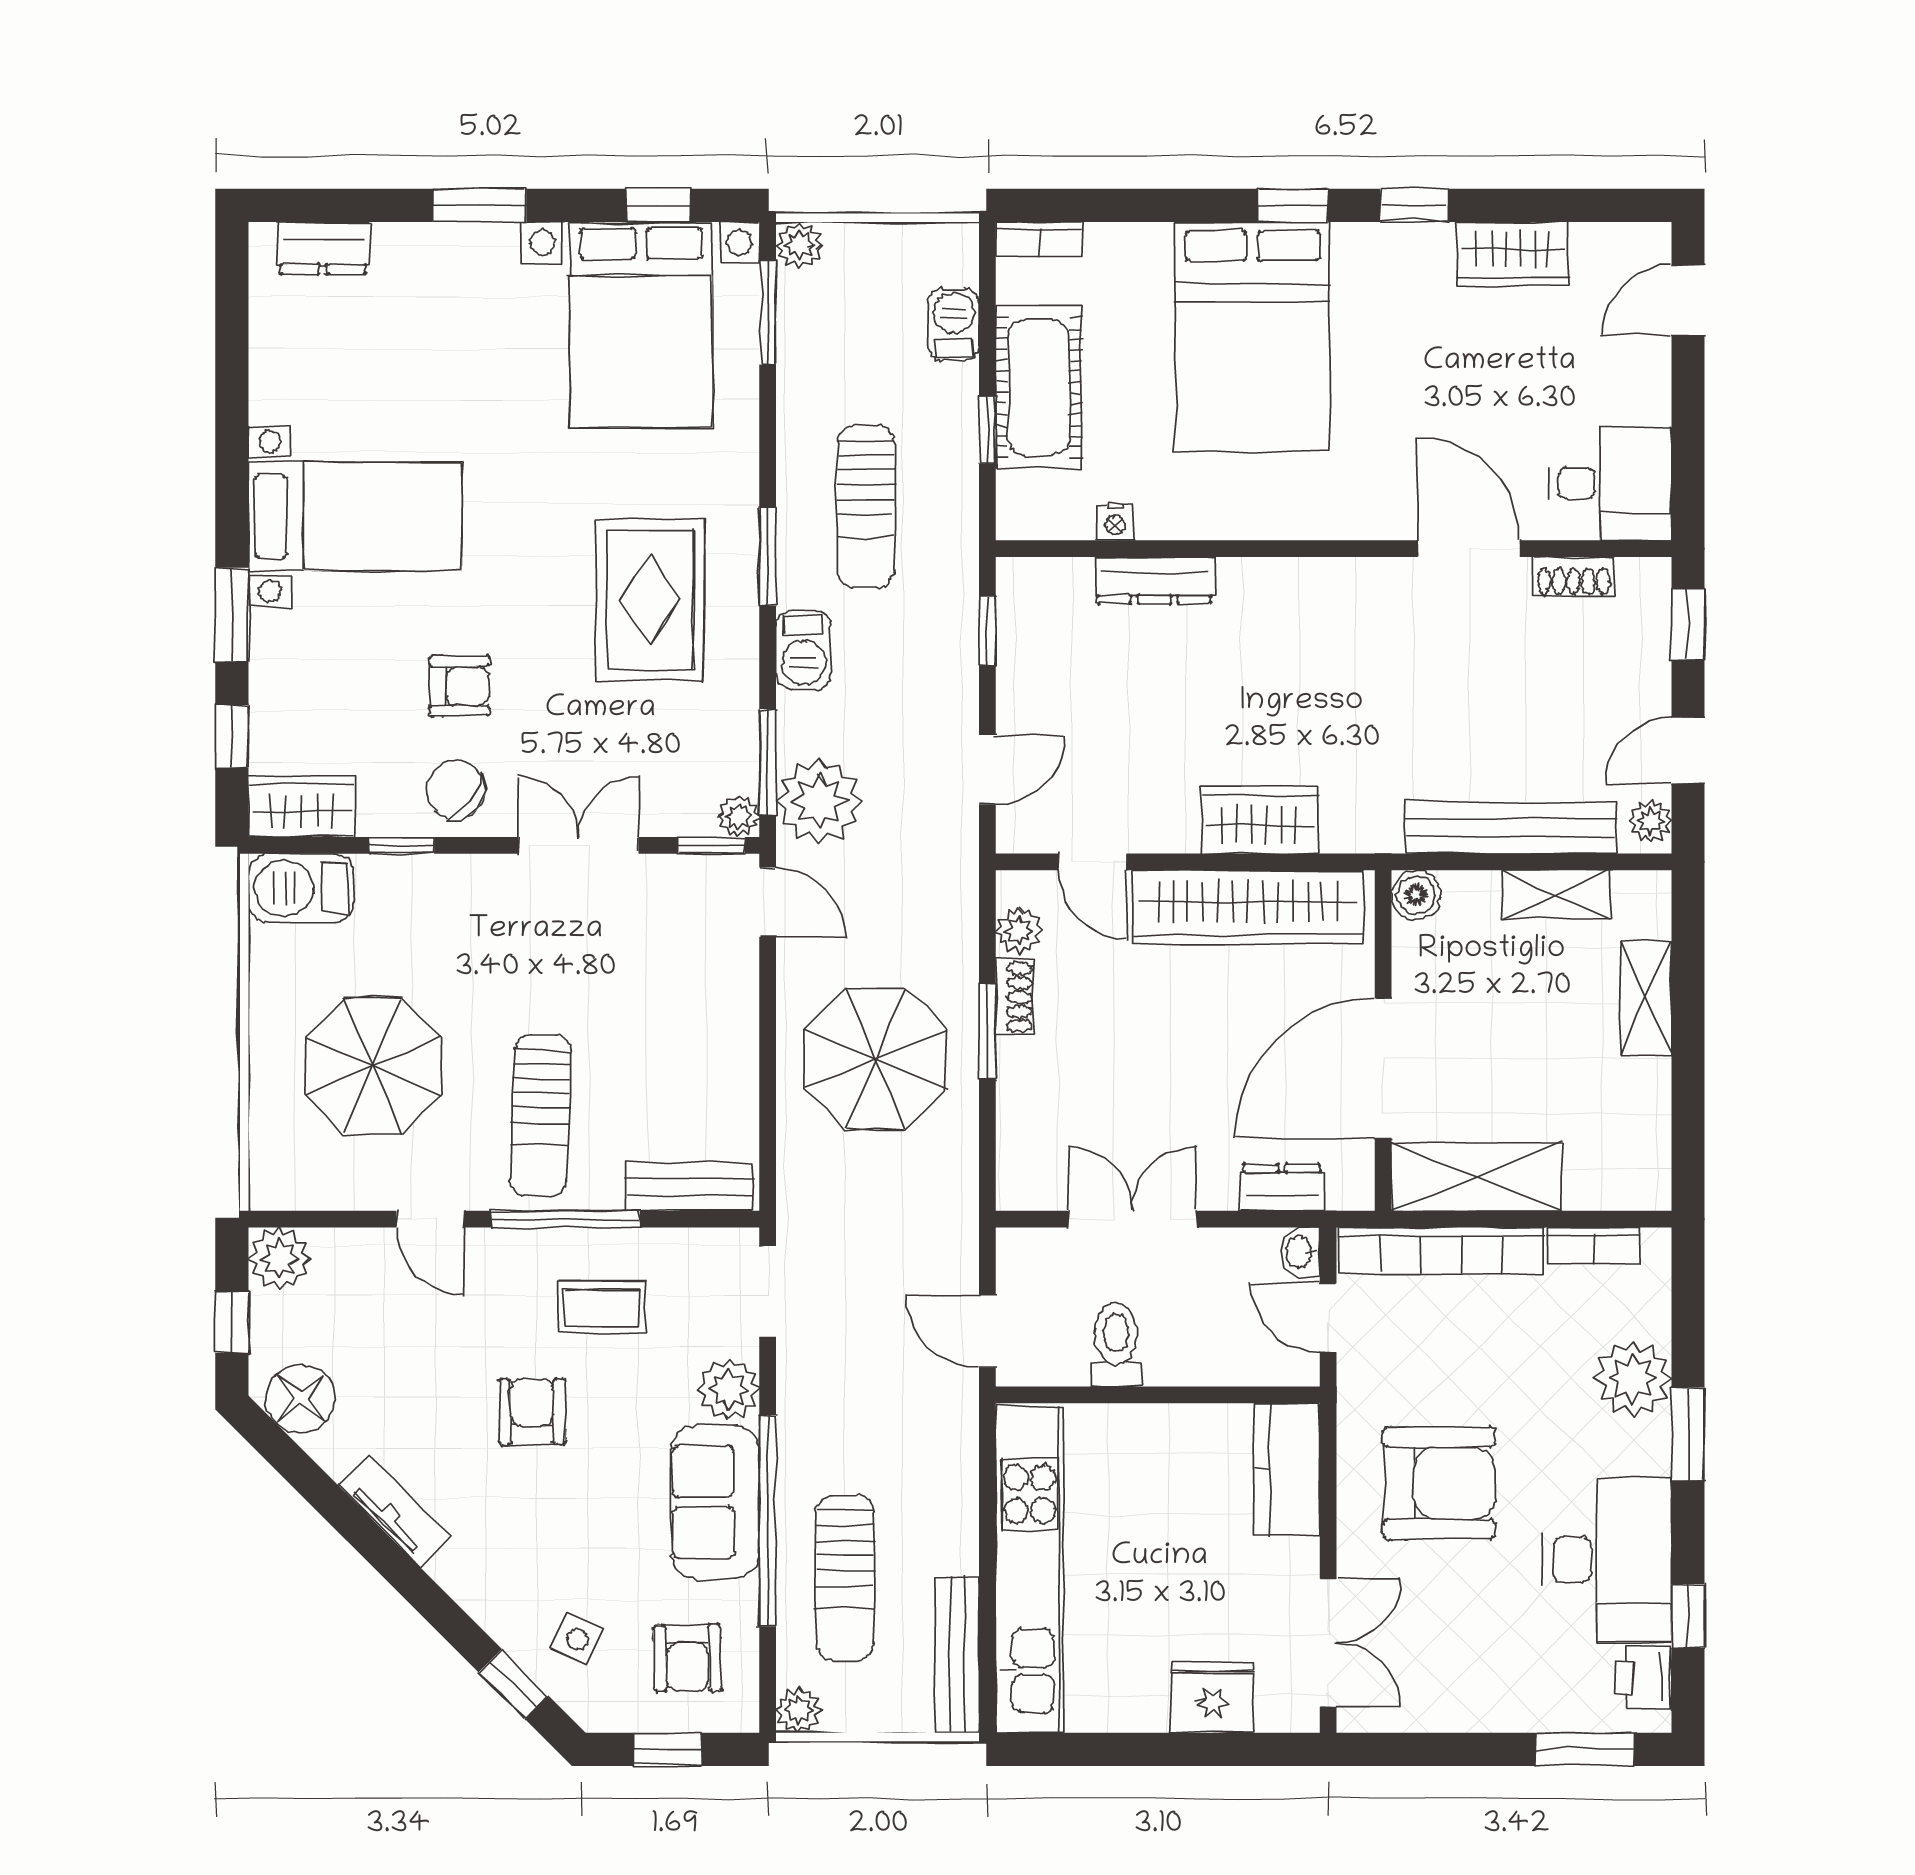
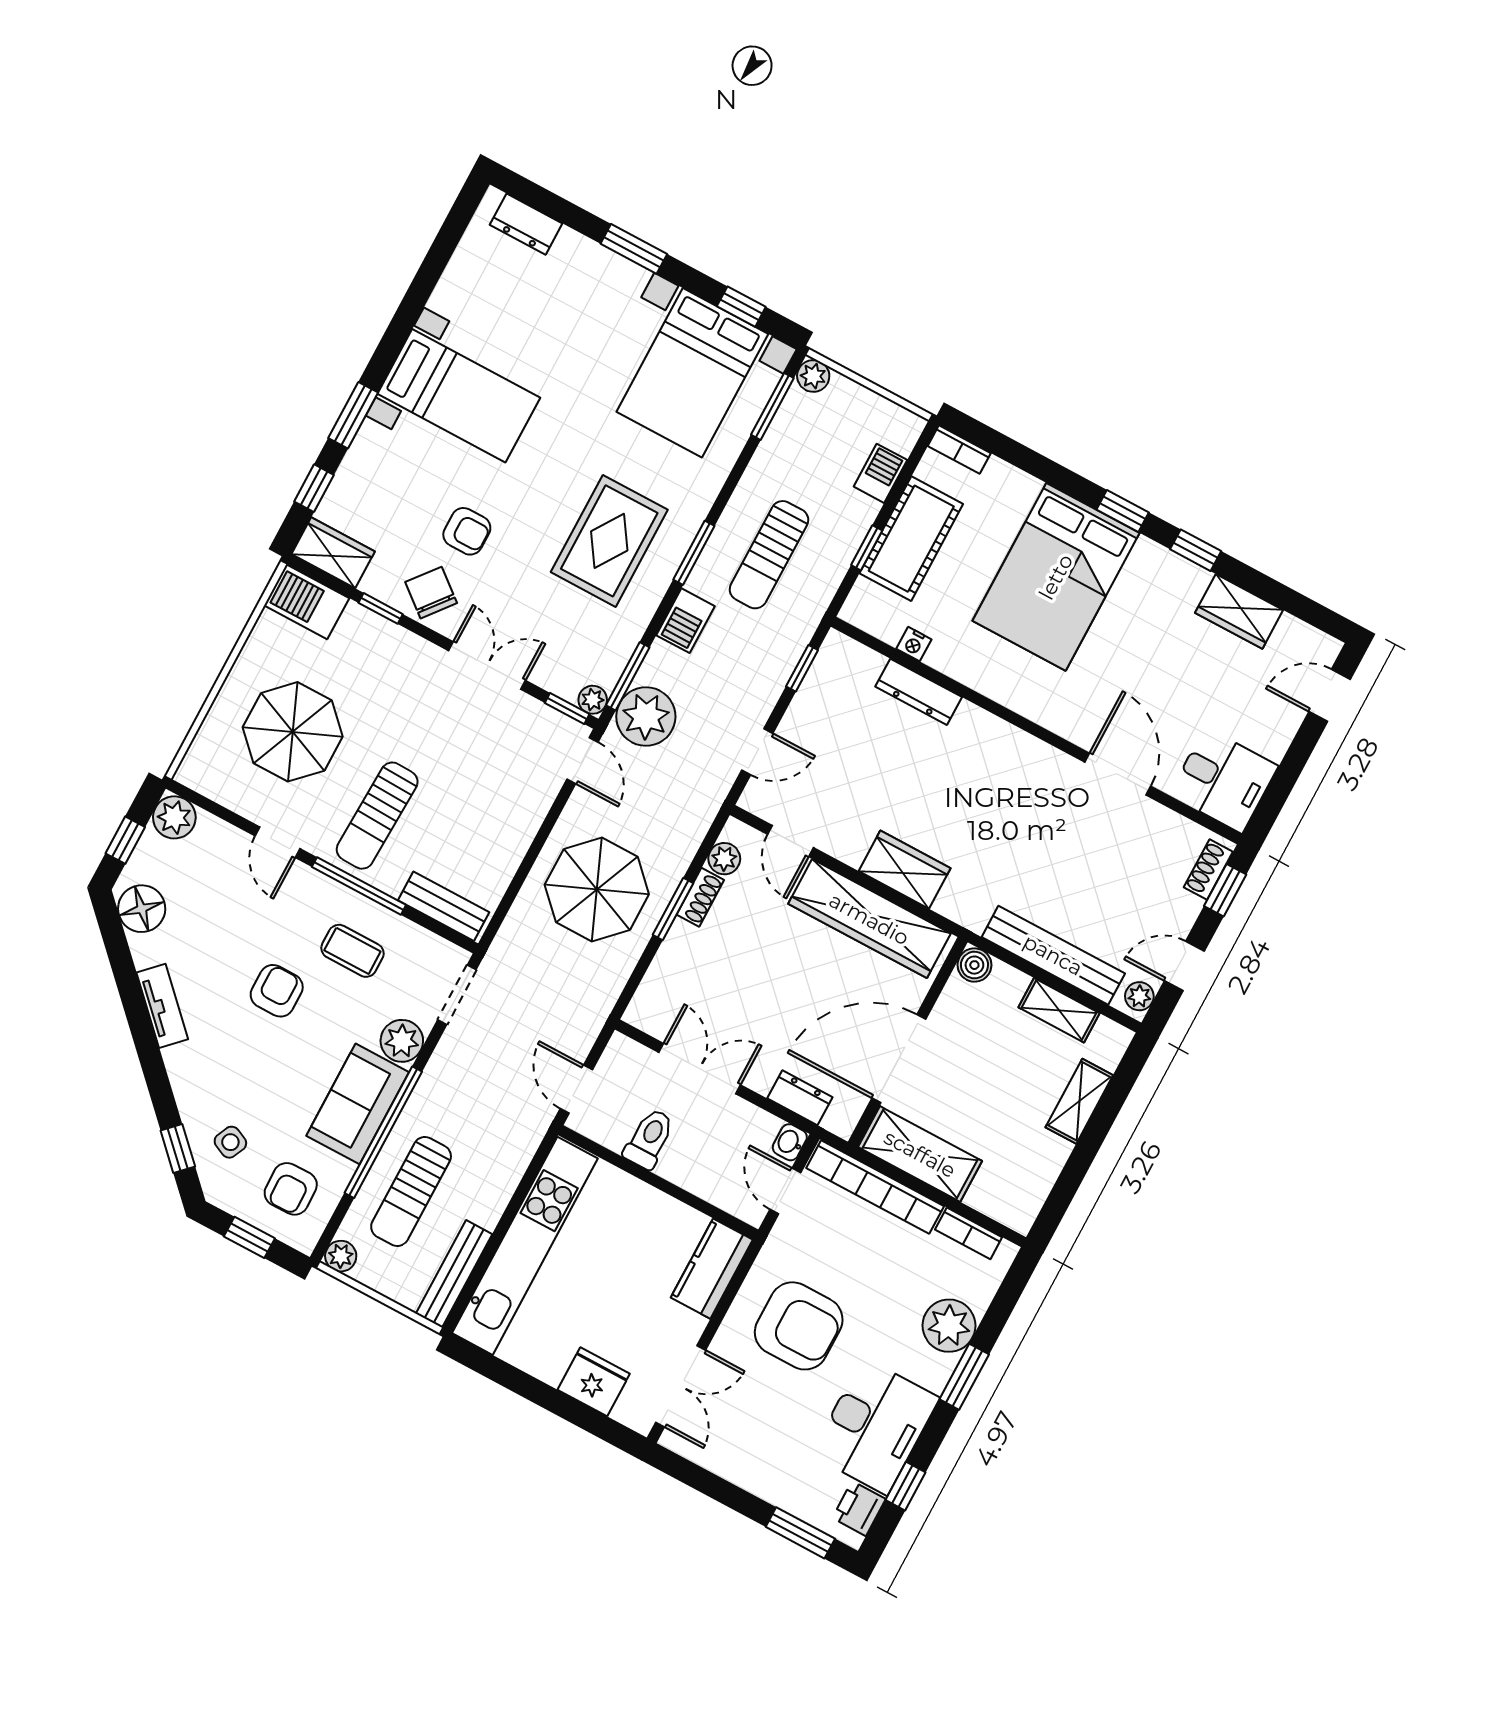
shoe rack: (1574, 576) -> (1208, 870), moved, turned 90

